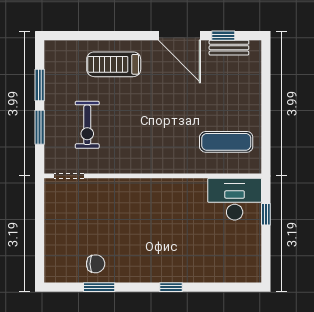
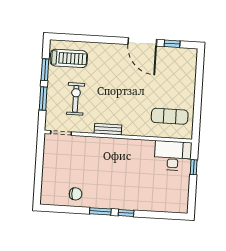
bench: (229, 48) -> (108, 129), moved
treadmill: (114, 64) -> (69, 58), moved, turned 180
exercise bike: (87, 125) -> (76, 99), turned 180
window: (99, 287) -> (100, 211), moved

